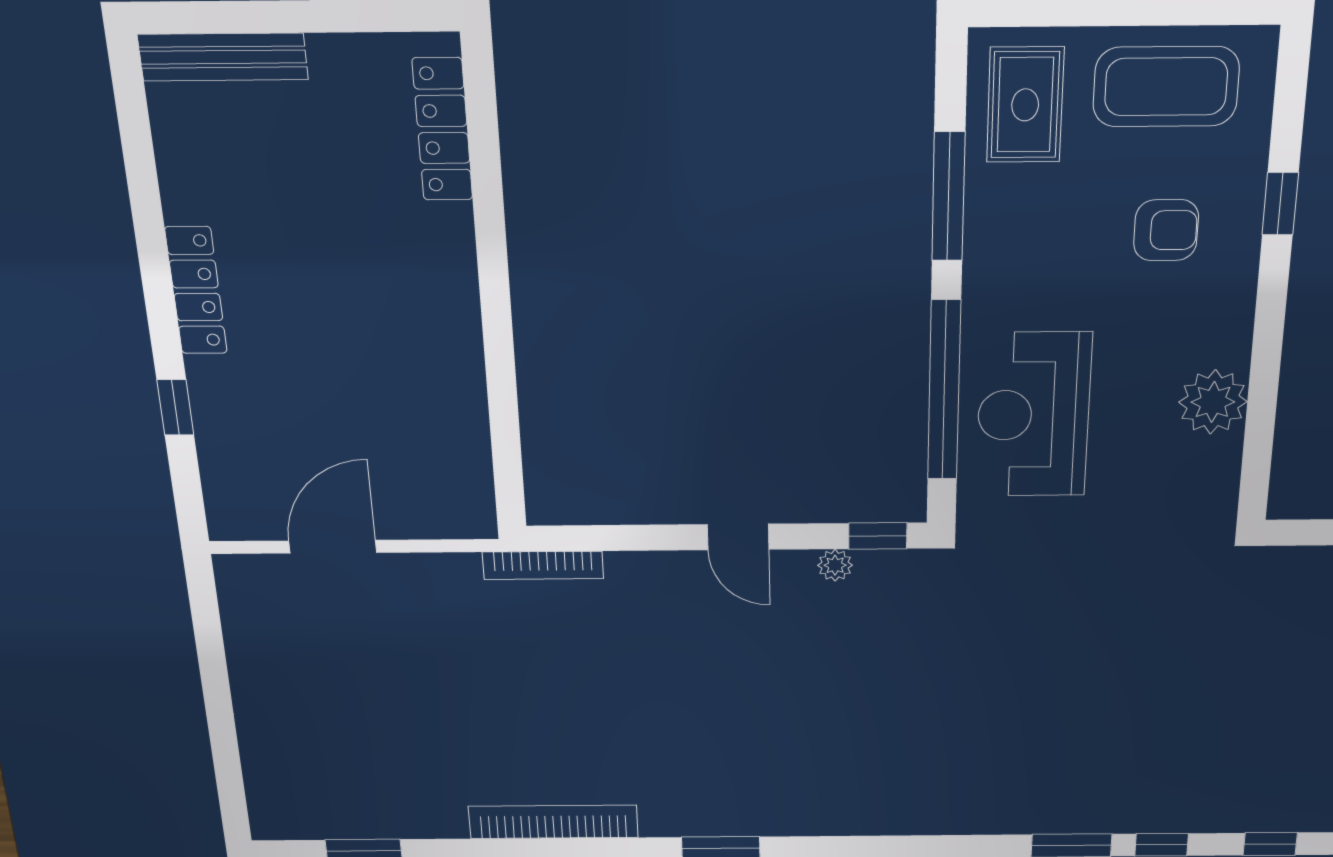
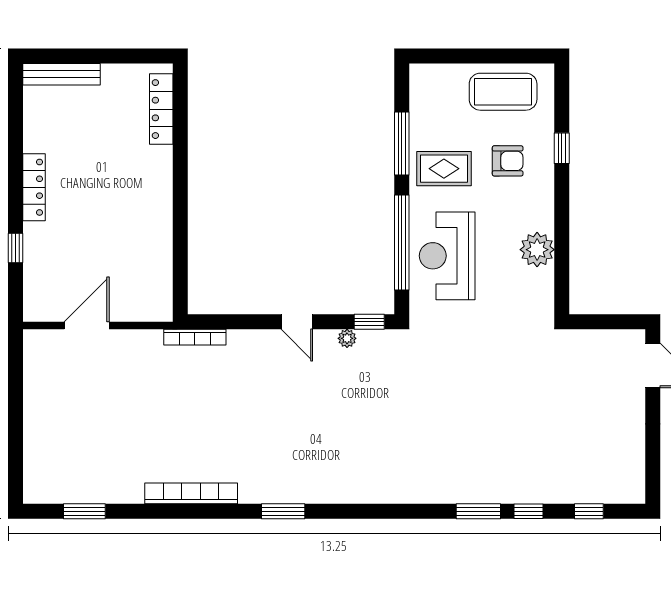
rug: (1025, 105) -> (444, 169), moved, turned 90

